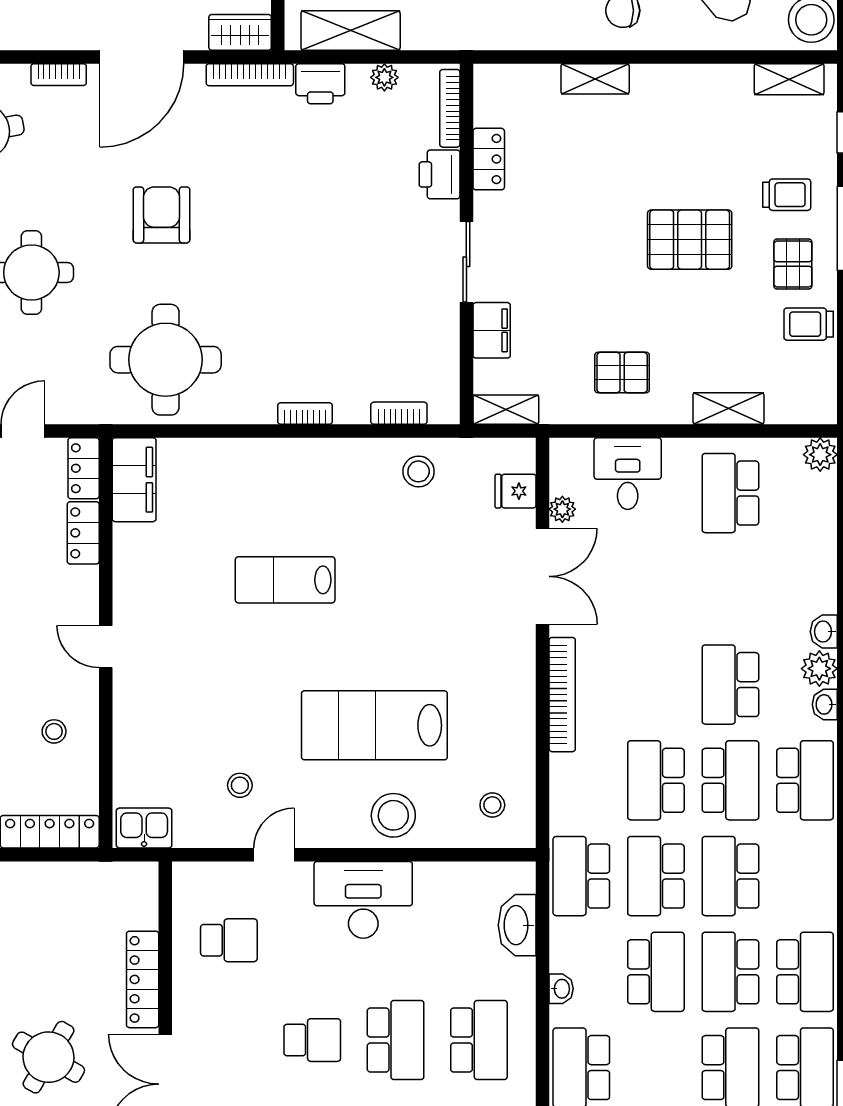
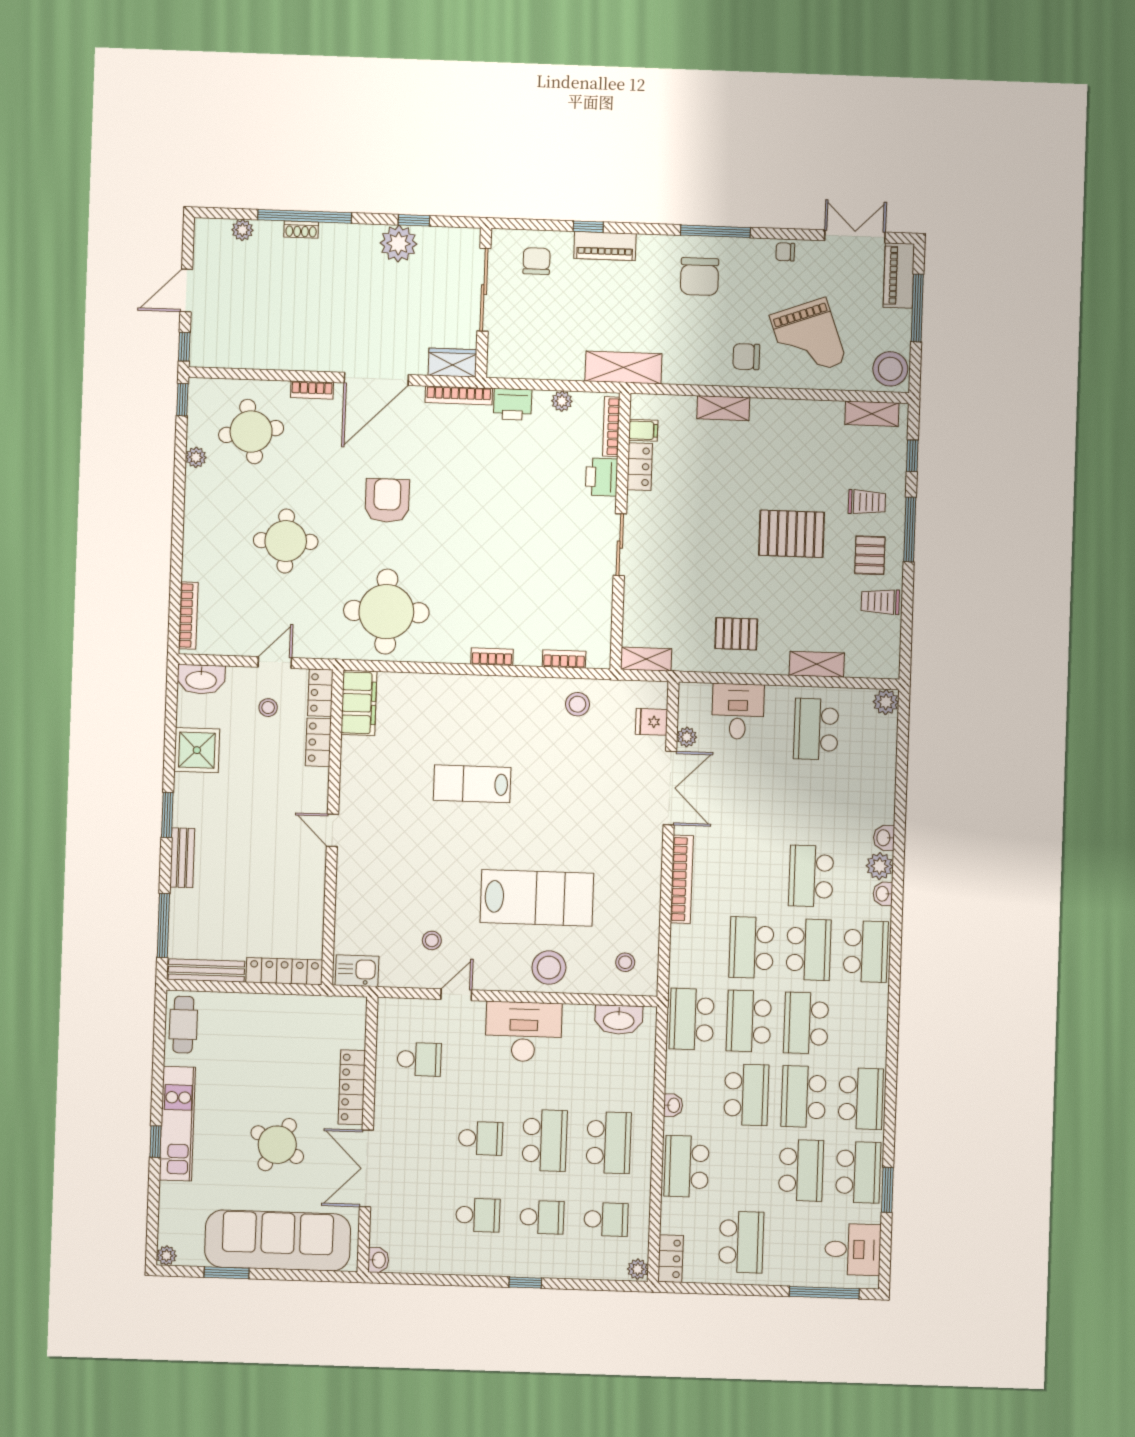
shelving: (351, 31) -> (623, 367), moved
filing cabinet: (492, 330) -> (643, 430), moved, width x0.50
lab bench: (374, 725) -> (537, 898), turned 180
stool: (54, 731) -> (268, 708), moved
washbasin: (517, 925) -> (619, 1020), moved, turned -90

